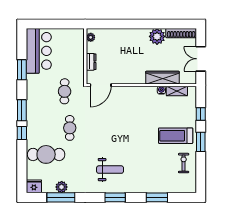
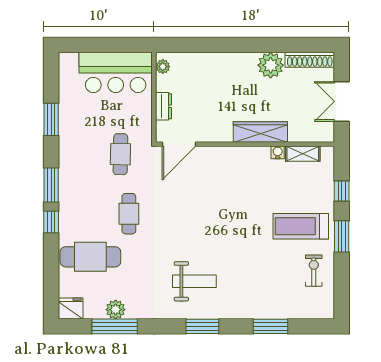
bar counter: (39, 51) -> (116, 72), moved, turned 90
wardrobe: (162, 78) -> (260, 132), moved

